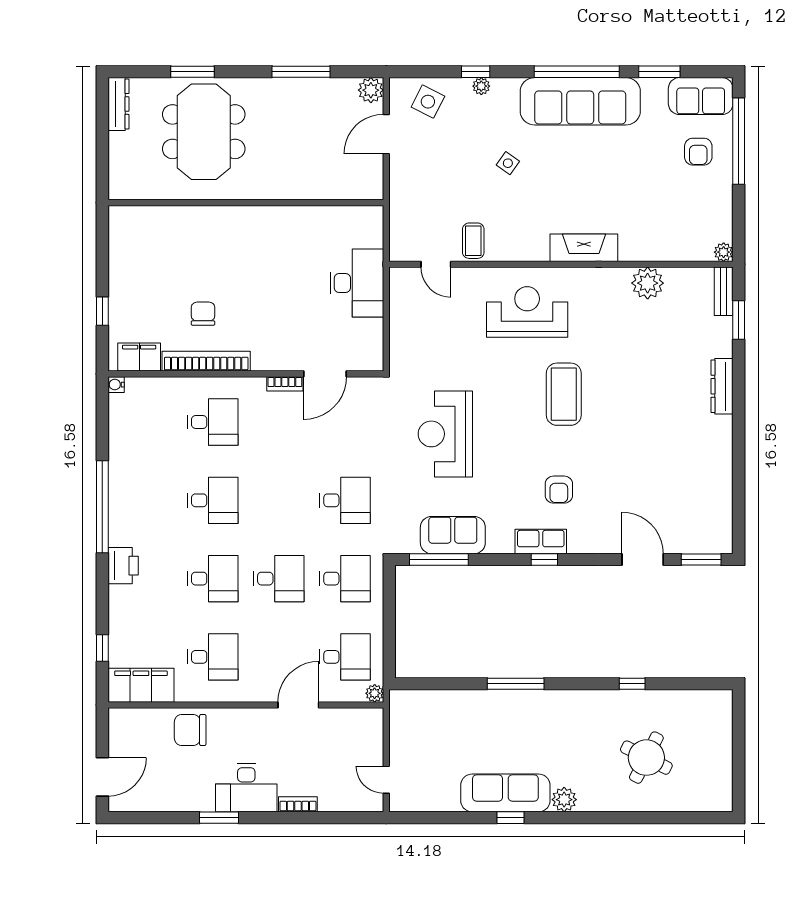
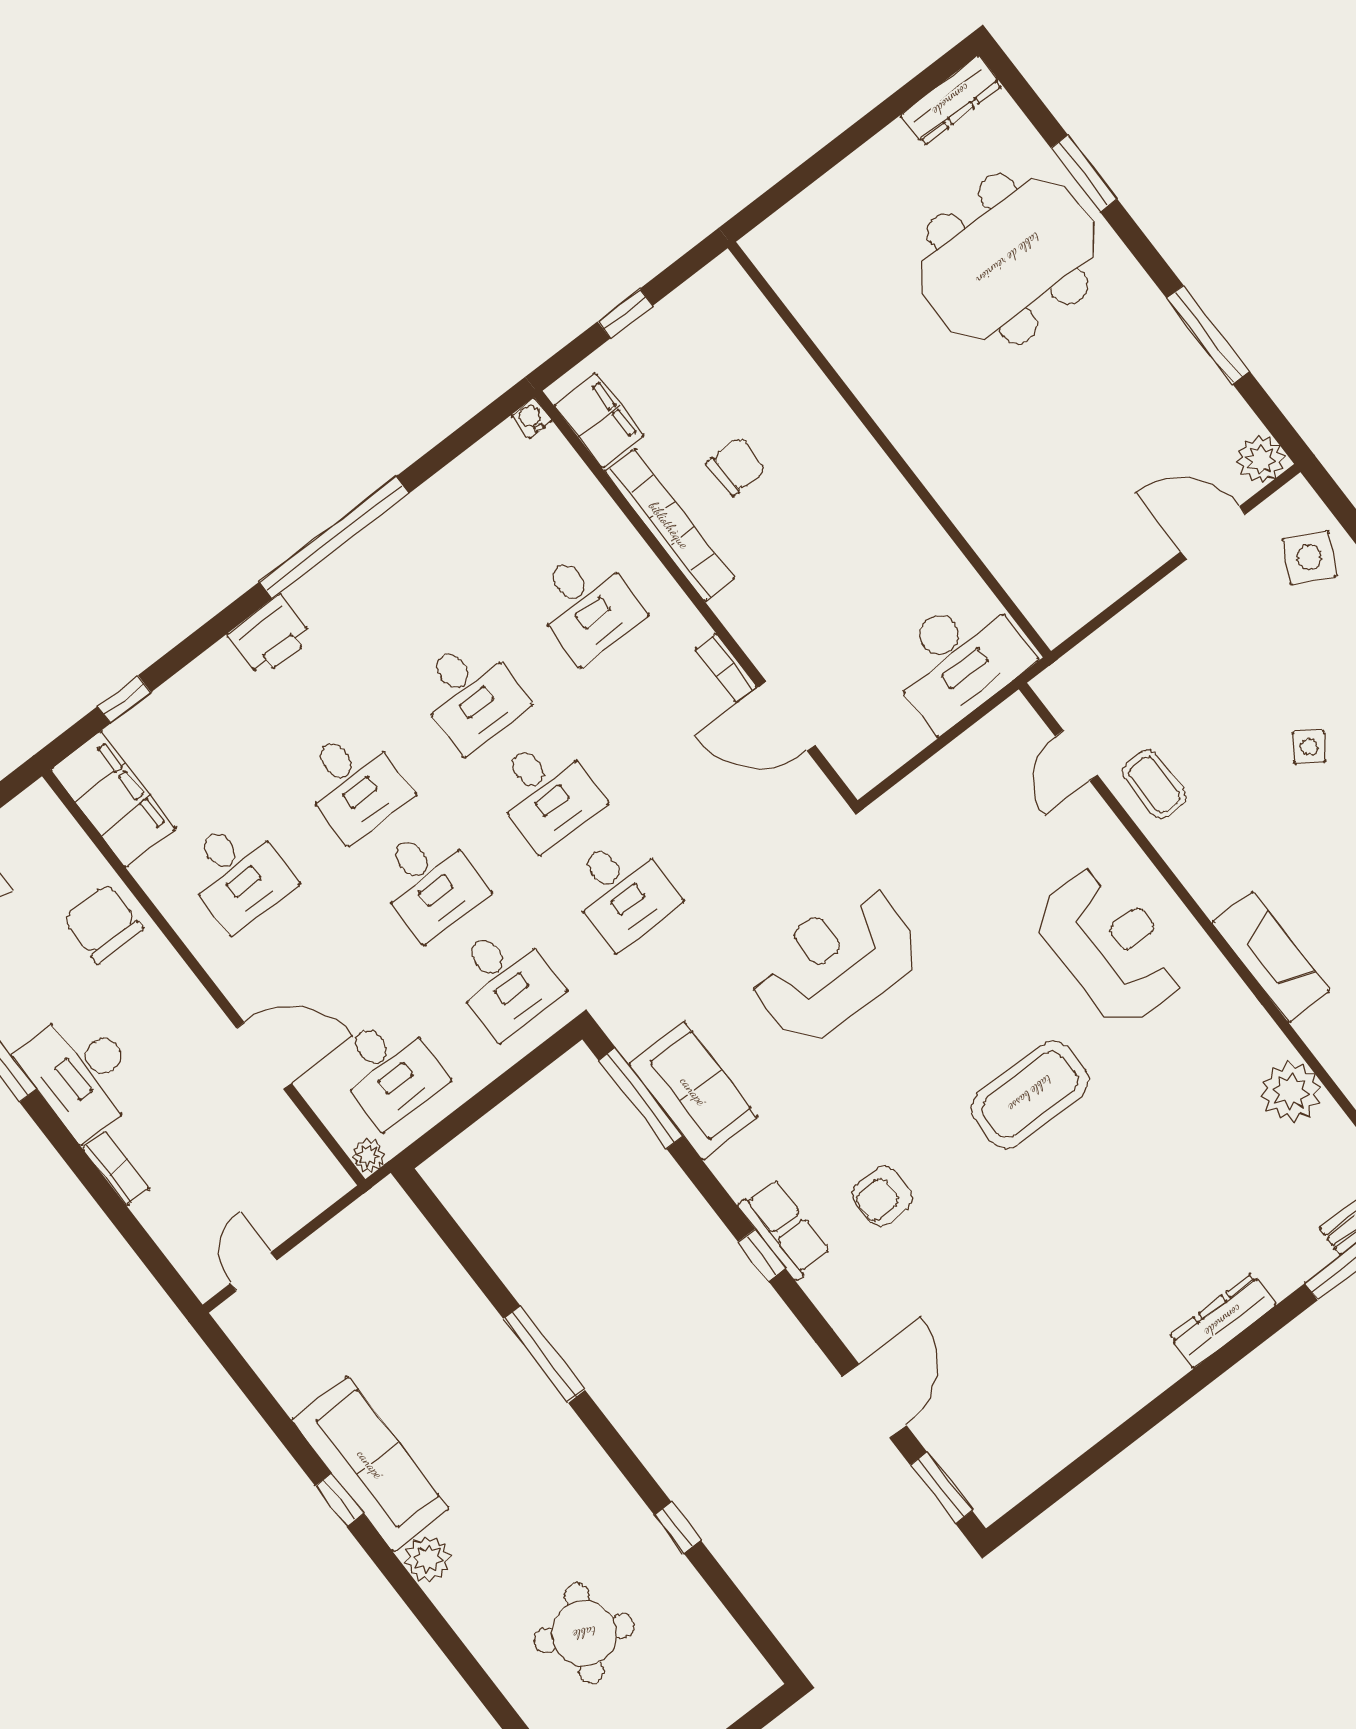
wall: (246, 203) -> (889, 450), moved
coffee table: (473, 241) -> (1154, 784), turned 90
desk: (279, 500) -> (546, 792), added

